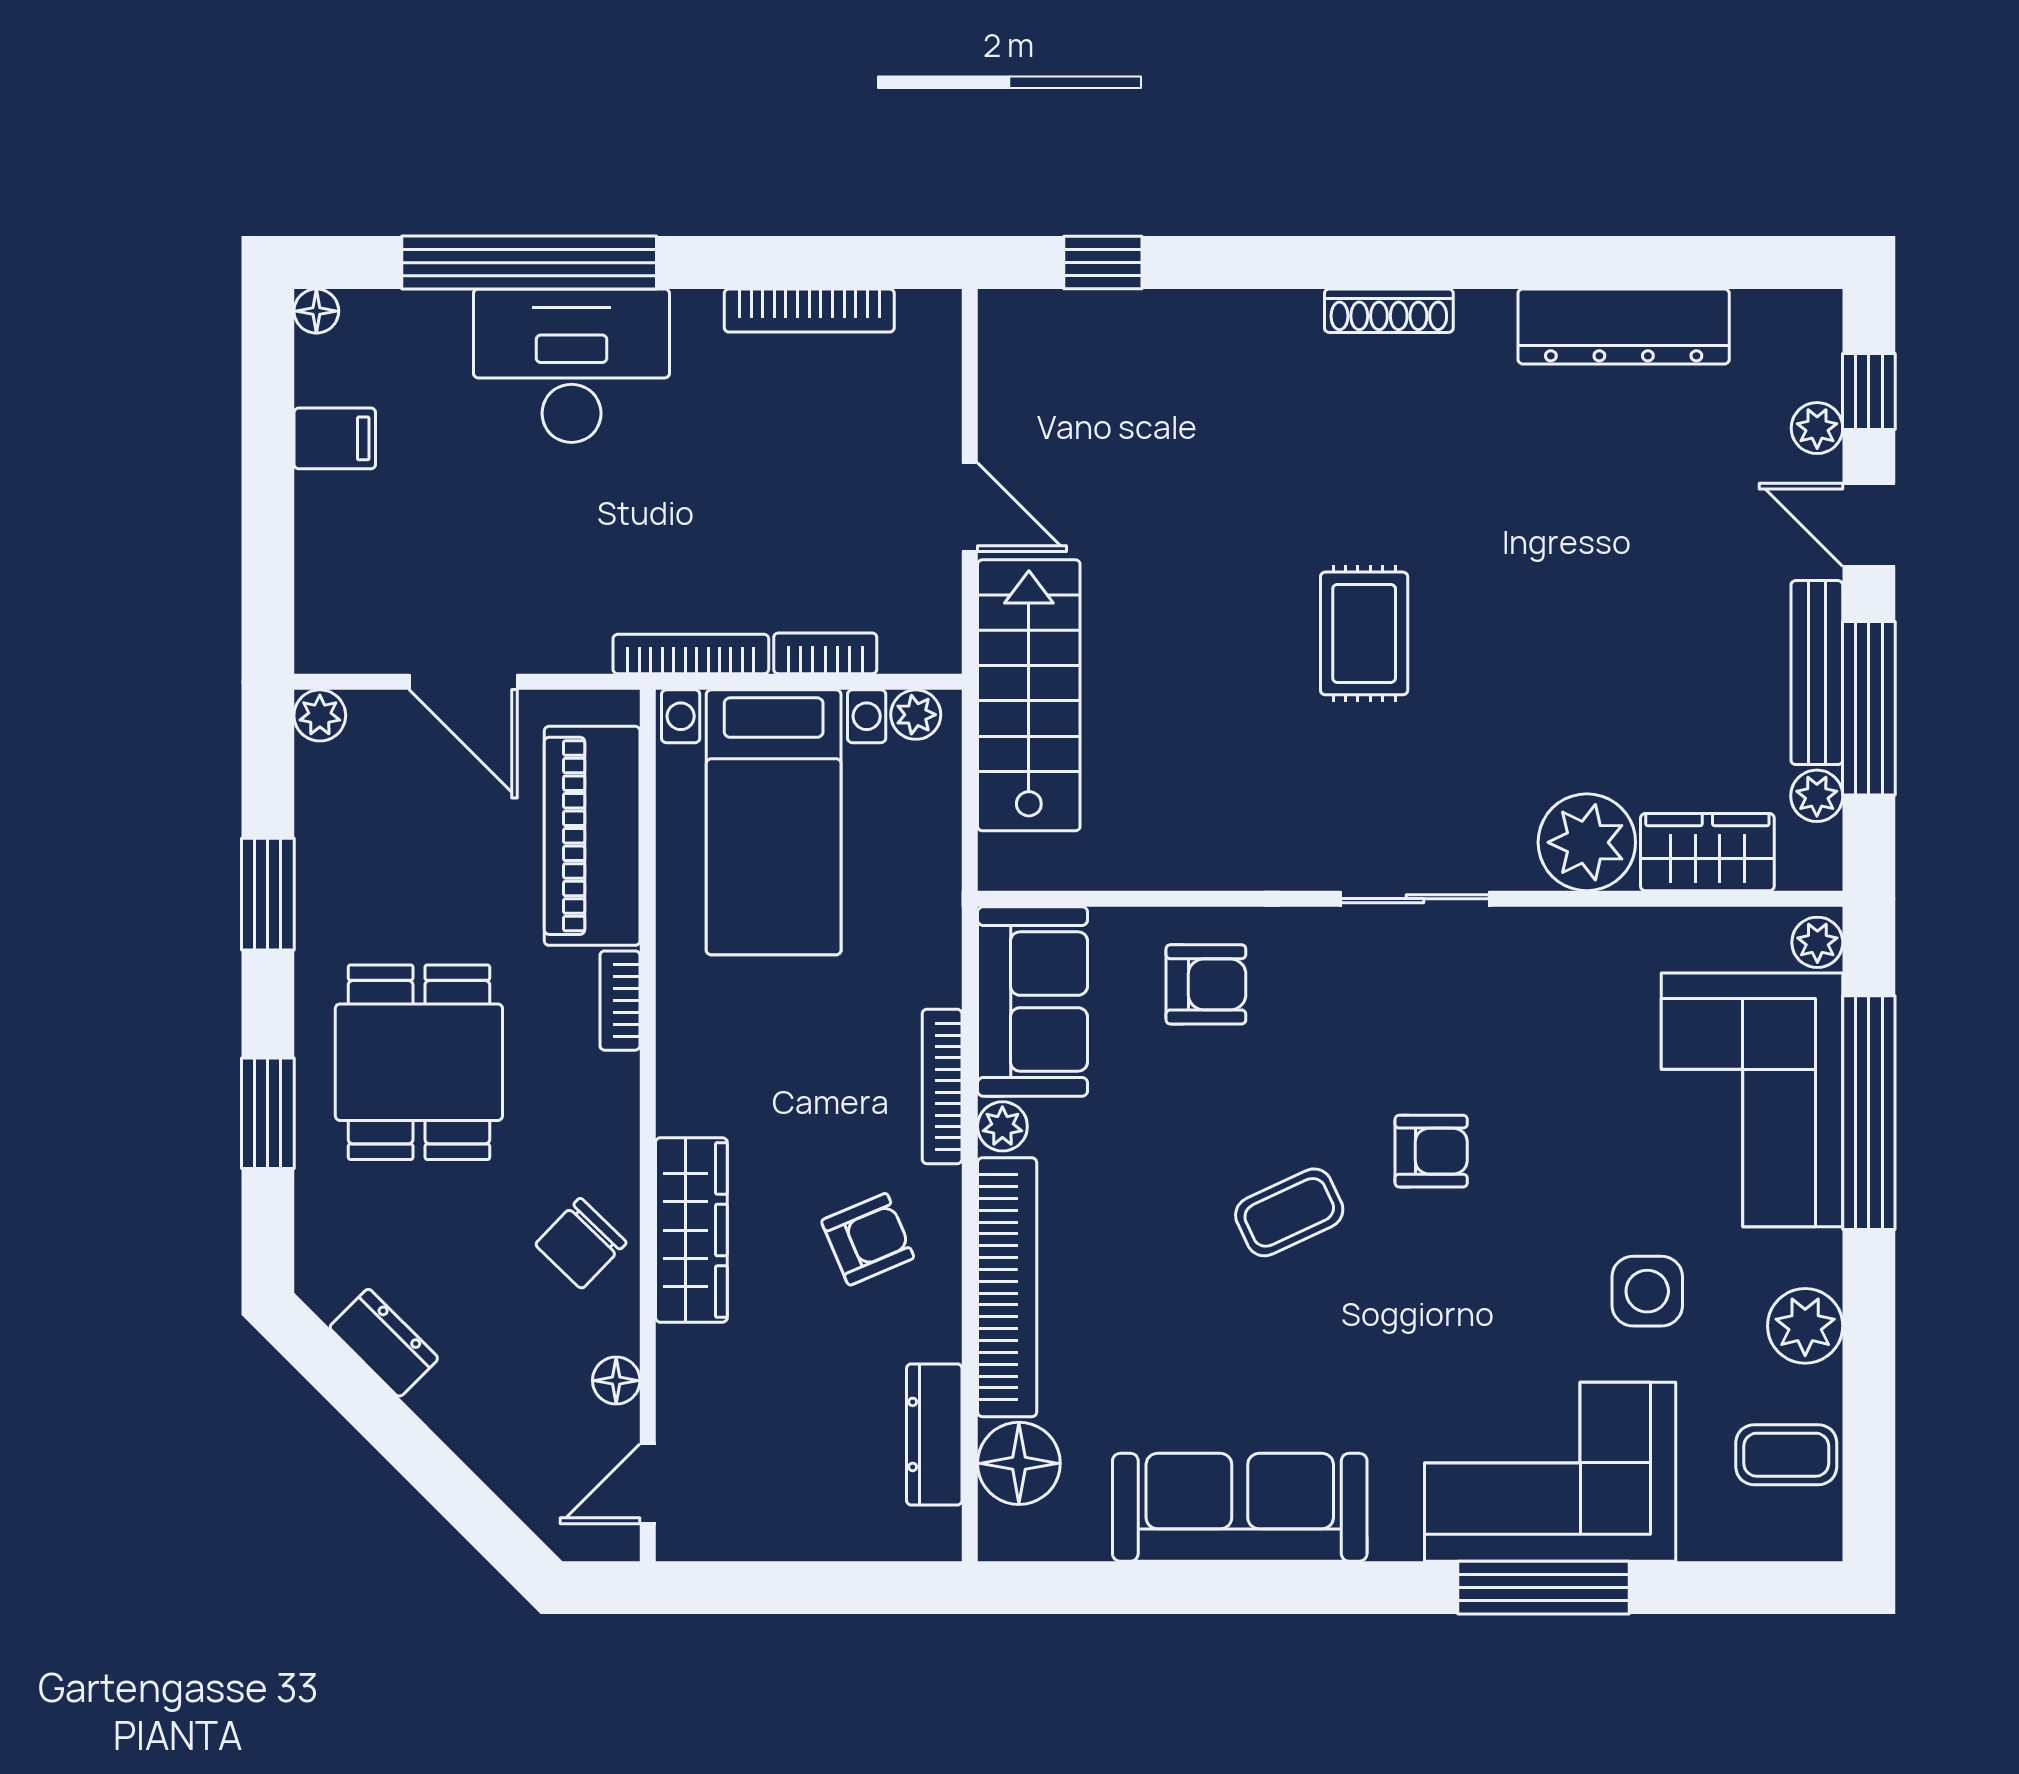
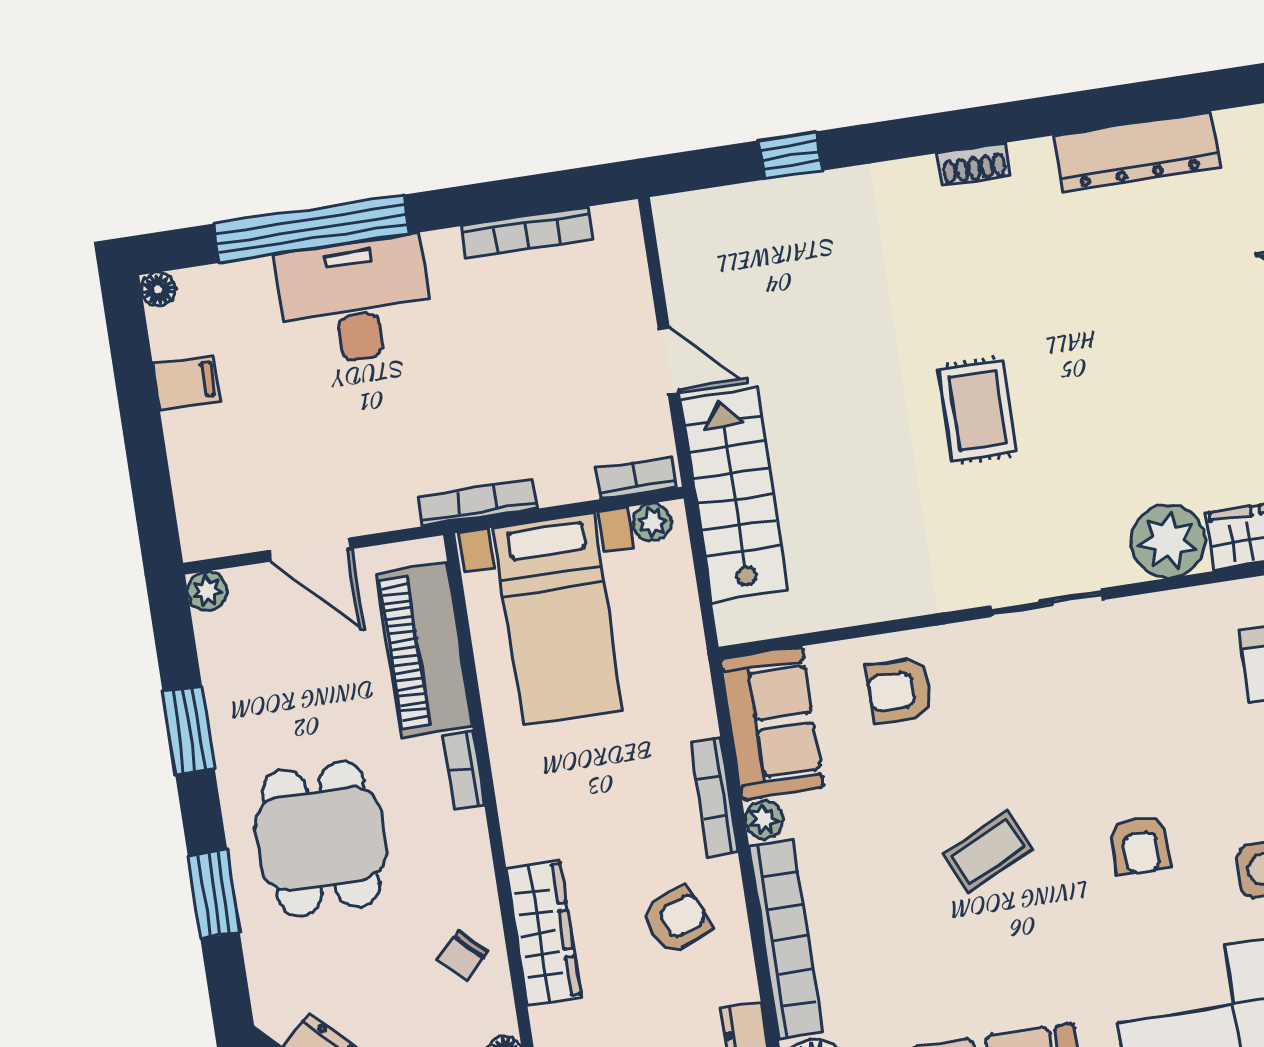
window: (1103, 263) -> (791, 155), moved
shoe rack: (1389, 311) -> (974, 164), width x0.70
bookcase: (825, 653) -> (636, 478), moved
armchair: (1206, 984) -> (900, 691), turned 180
armchair: (1431, 1151) -> (1140, 845), moved, turned 90
chair: (581, 1243) -> (462, 956), width x0.73, depth x0.73

